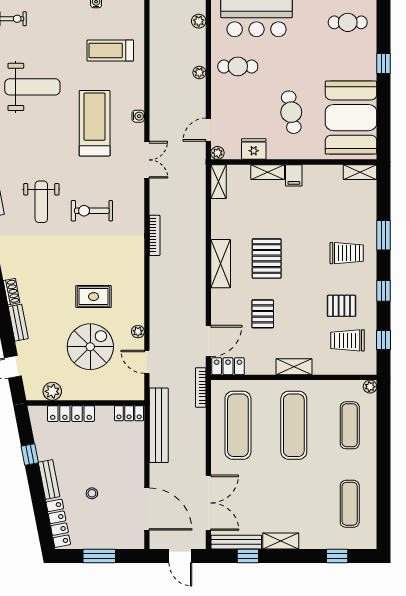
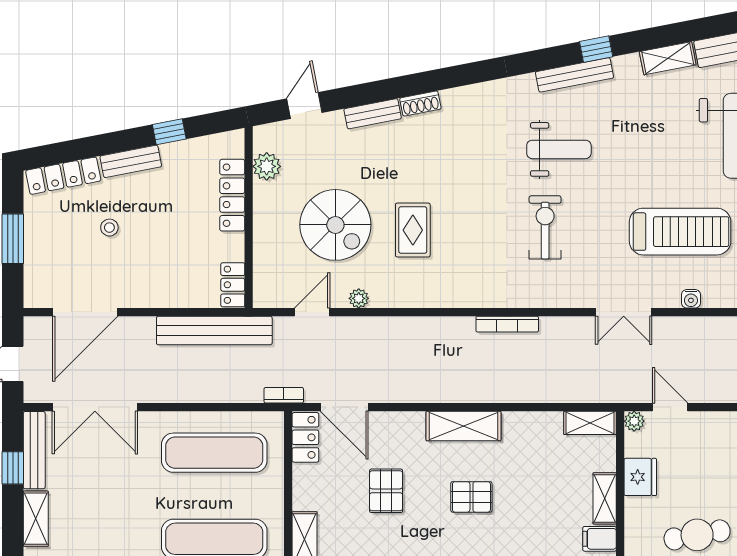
weight bench: (41, 202) -> (559, 149), turned 180
pallet: (267, 259) -> (471, 497), width x0.67, depth x0.71
pallet: (263, 314) -> (386, 491), turned 90
bookcase: (201, 387) -> (284, 395), width x0.64

